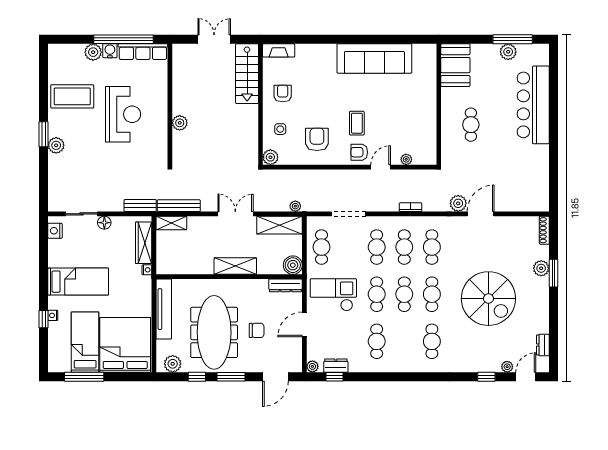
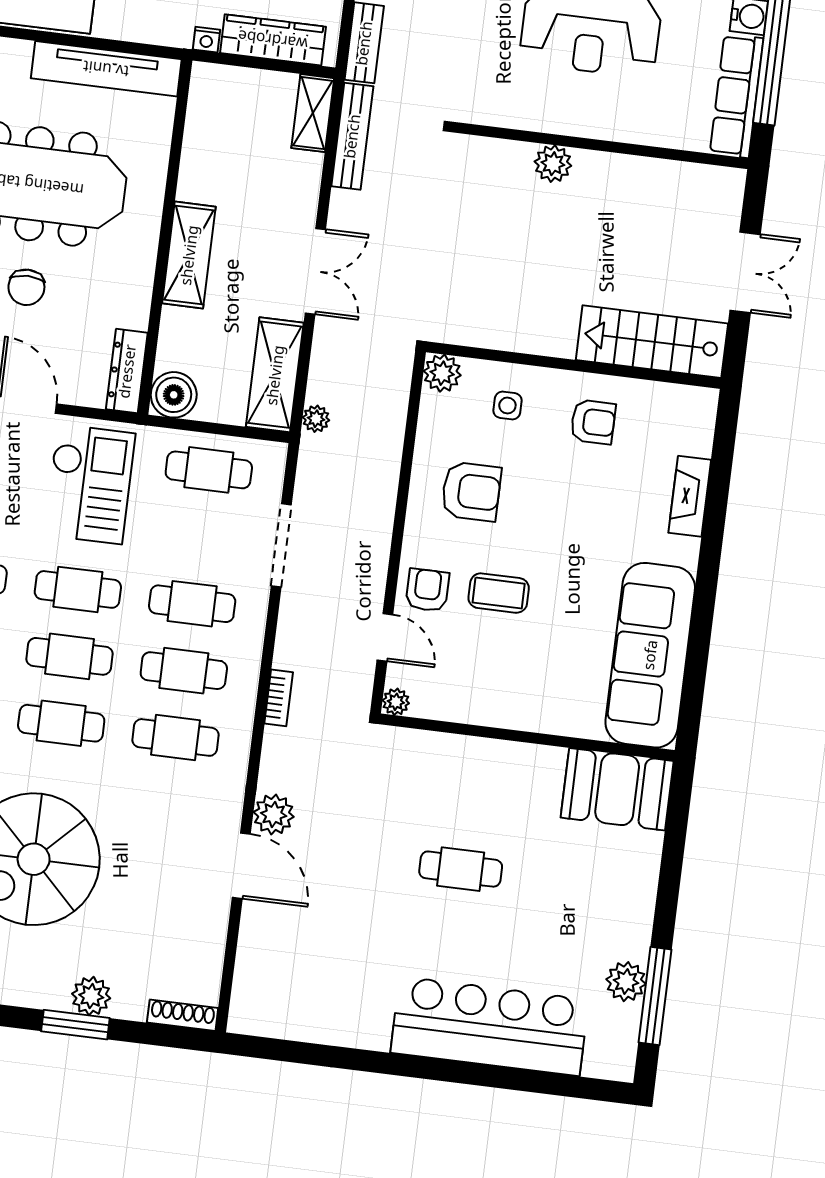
fireplace: (279, 50) -> (690, 496), moved
booth: (455, 65) -> (617, 789), moved
wall: (439, 104) -> (527, 737), moved

